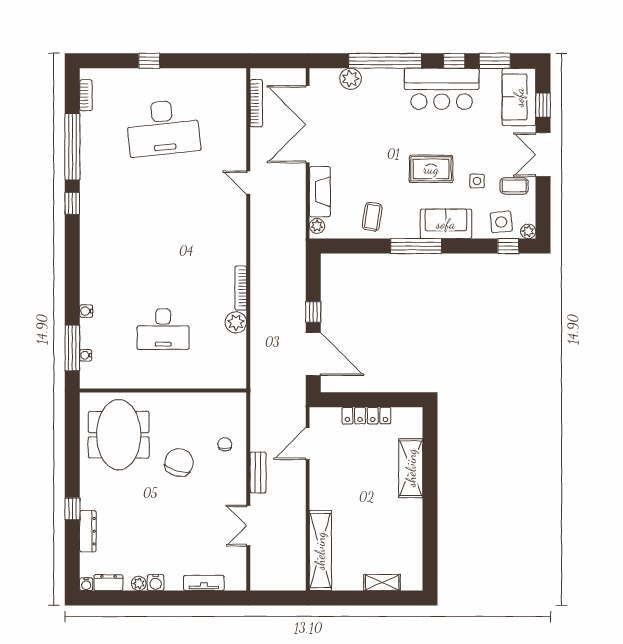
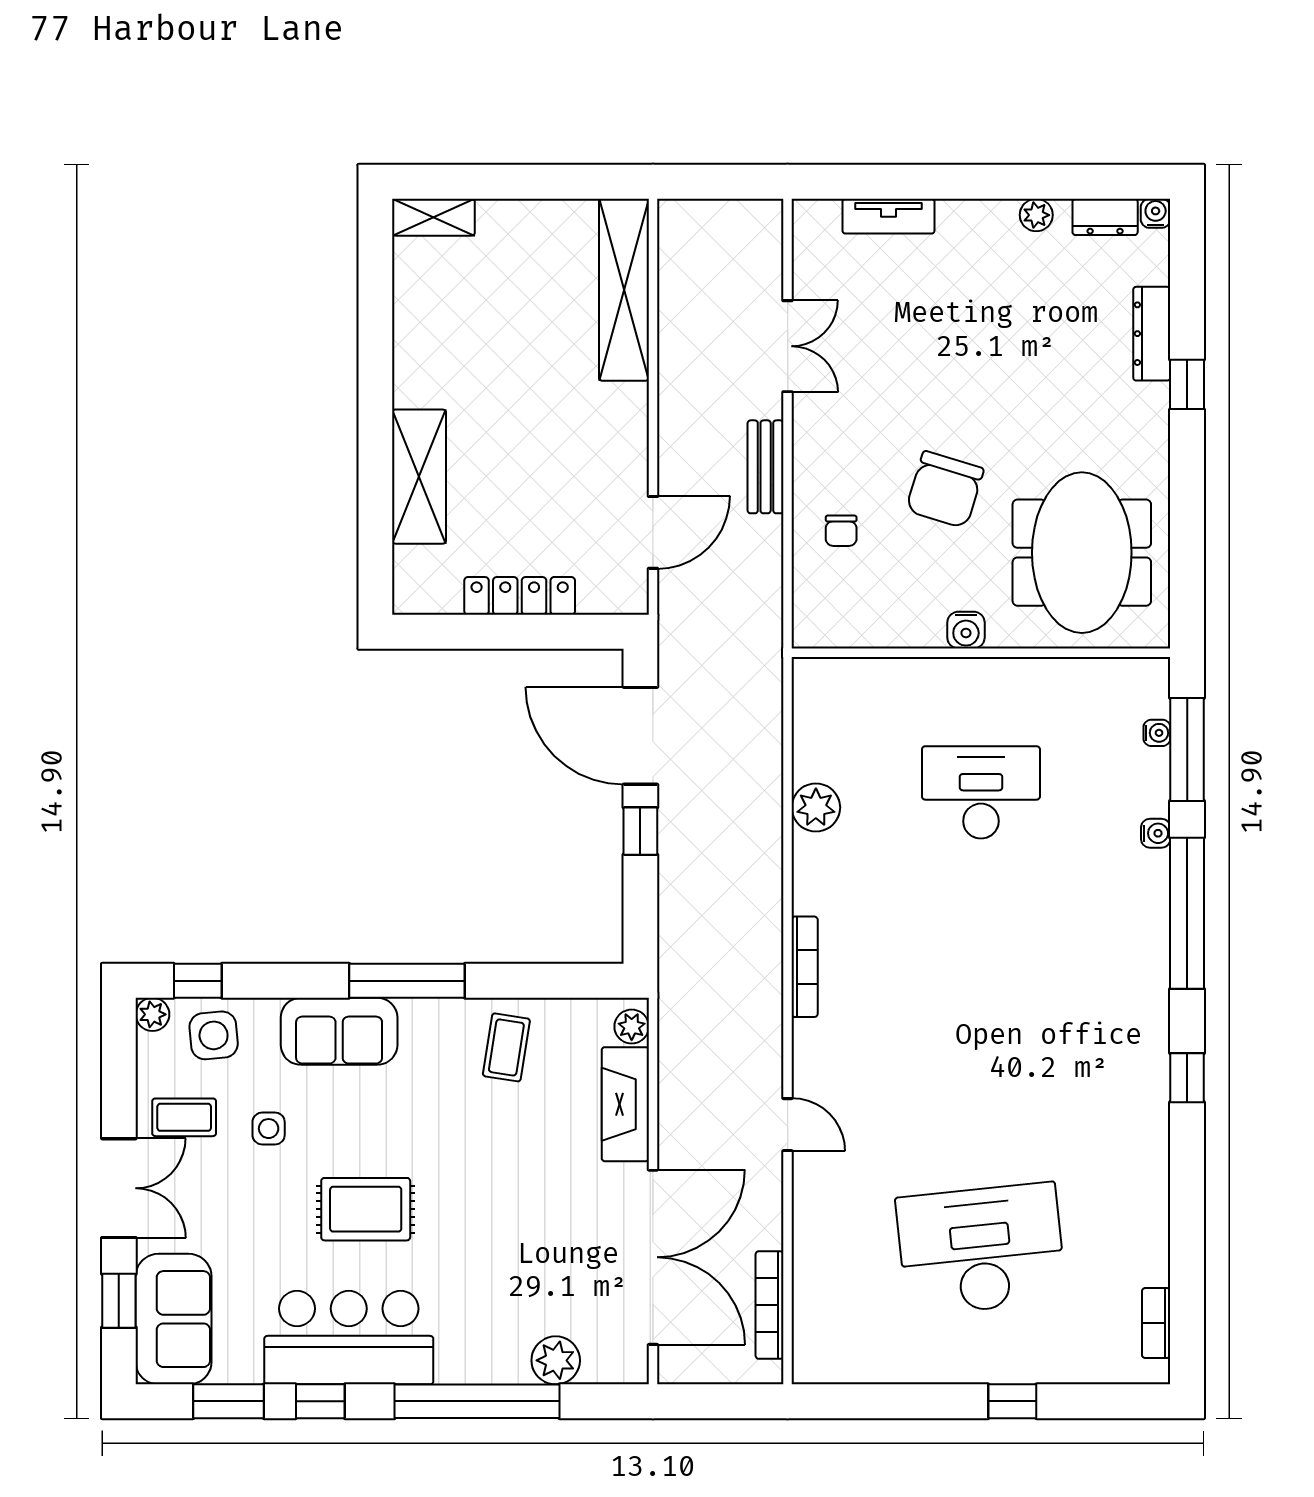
window: (72, 147) -> (1187, 913), moved
rug: (431, 169) -> (366, 1209), moved
bookcase: (241, 288) -> (805, 967), moved
shelving: (382, 582) -> (433, 217), moved
water cooler: (156, 583) -> (966, 630), moved, turned 180

